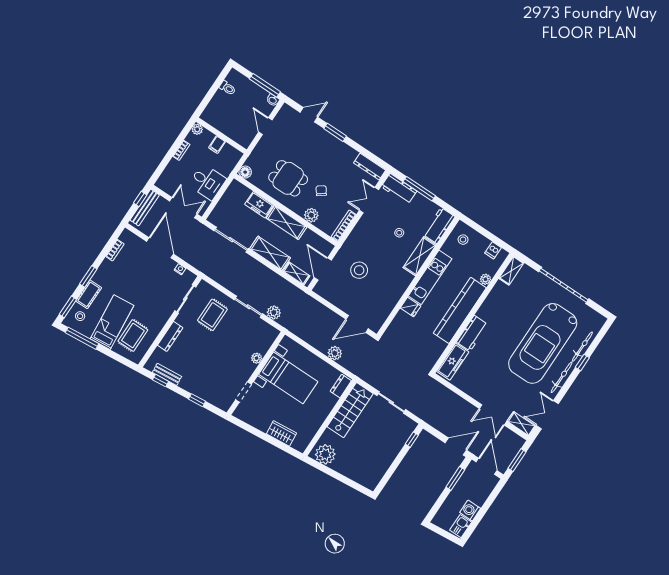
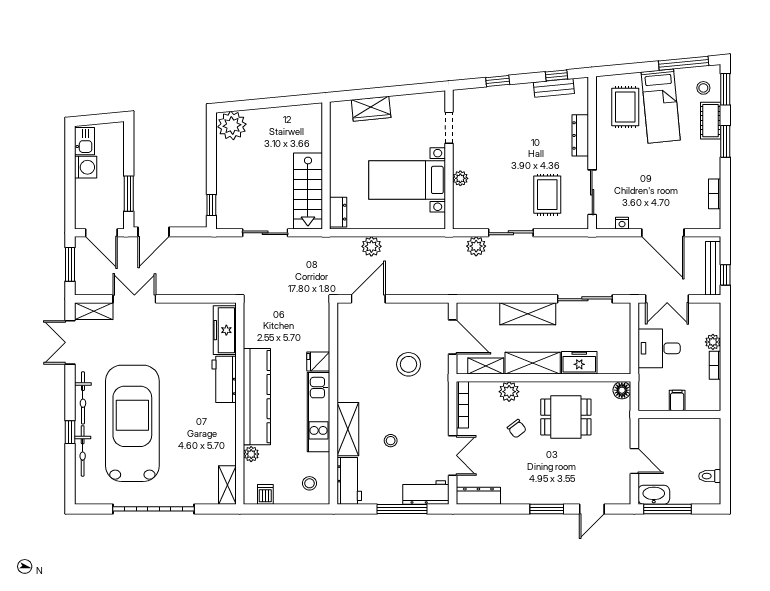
washbasin: (273, 100) -> (654, 495), width x1.91, depth x1.45
plant: (197, 129) -> (713, 342), moved
shelving: (296, 273) -> (486, 366), moved
double door: (547, 415) -> (70, 342), swing flipped
plant: (325, 454) -> (232, 125), moved

